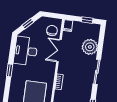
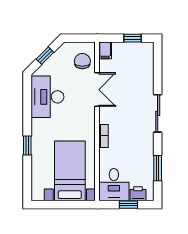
plant: (90, 47) -> (142, 78), removed
double door: (59, 51) -> (97, 90), swing flipped
window: (10, 70) -> (27, 146), moved

